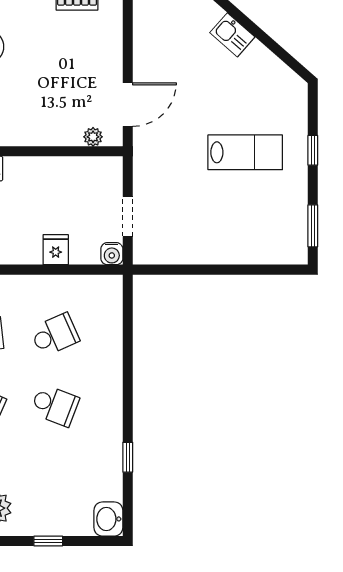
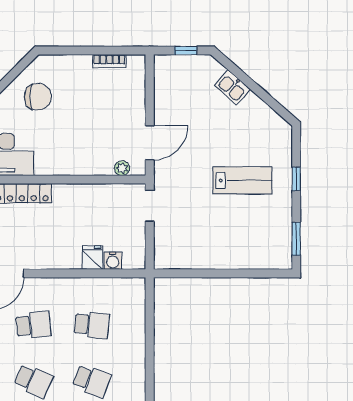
doorway: (128, 216) -> (150, 206), moved
water cooler: (112, 254) -> (113, 261), moved
school desk: (55, 335) -> (92, 325), turned 30

